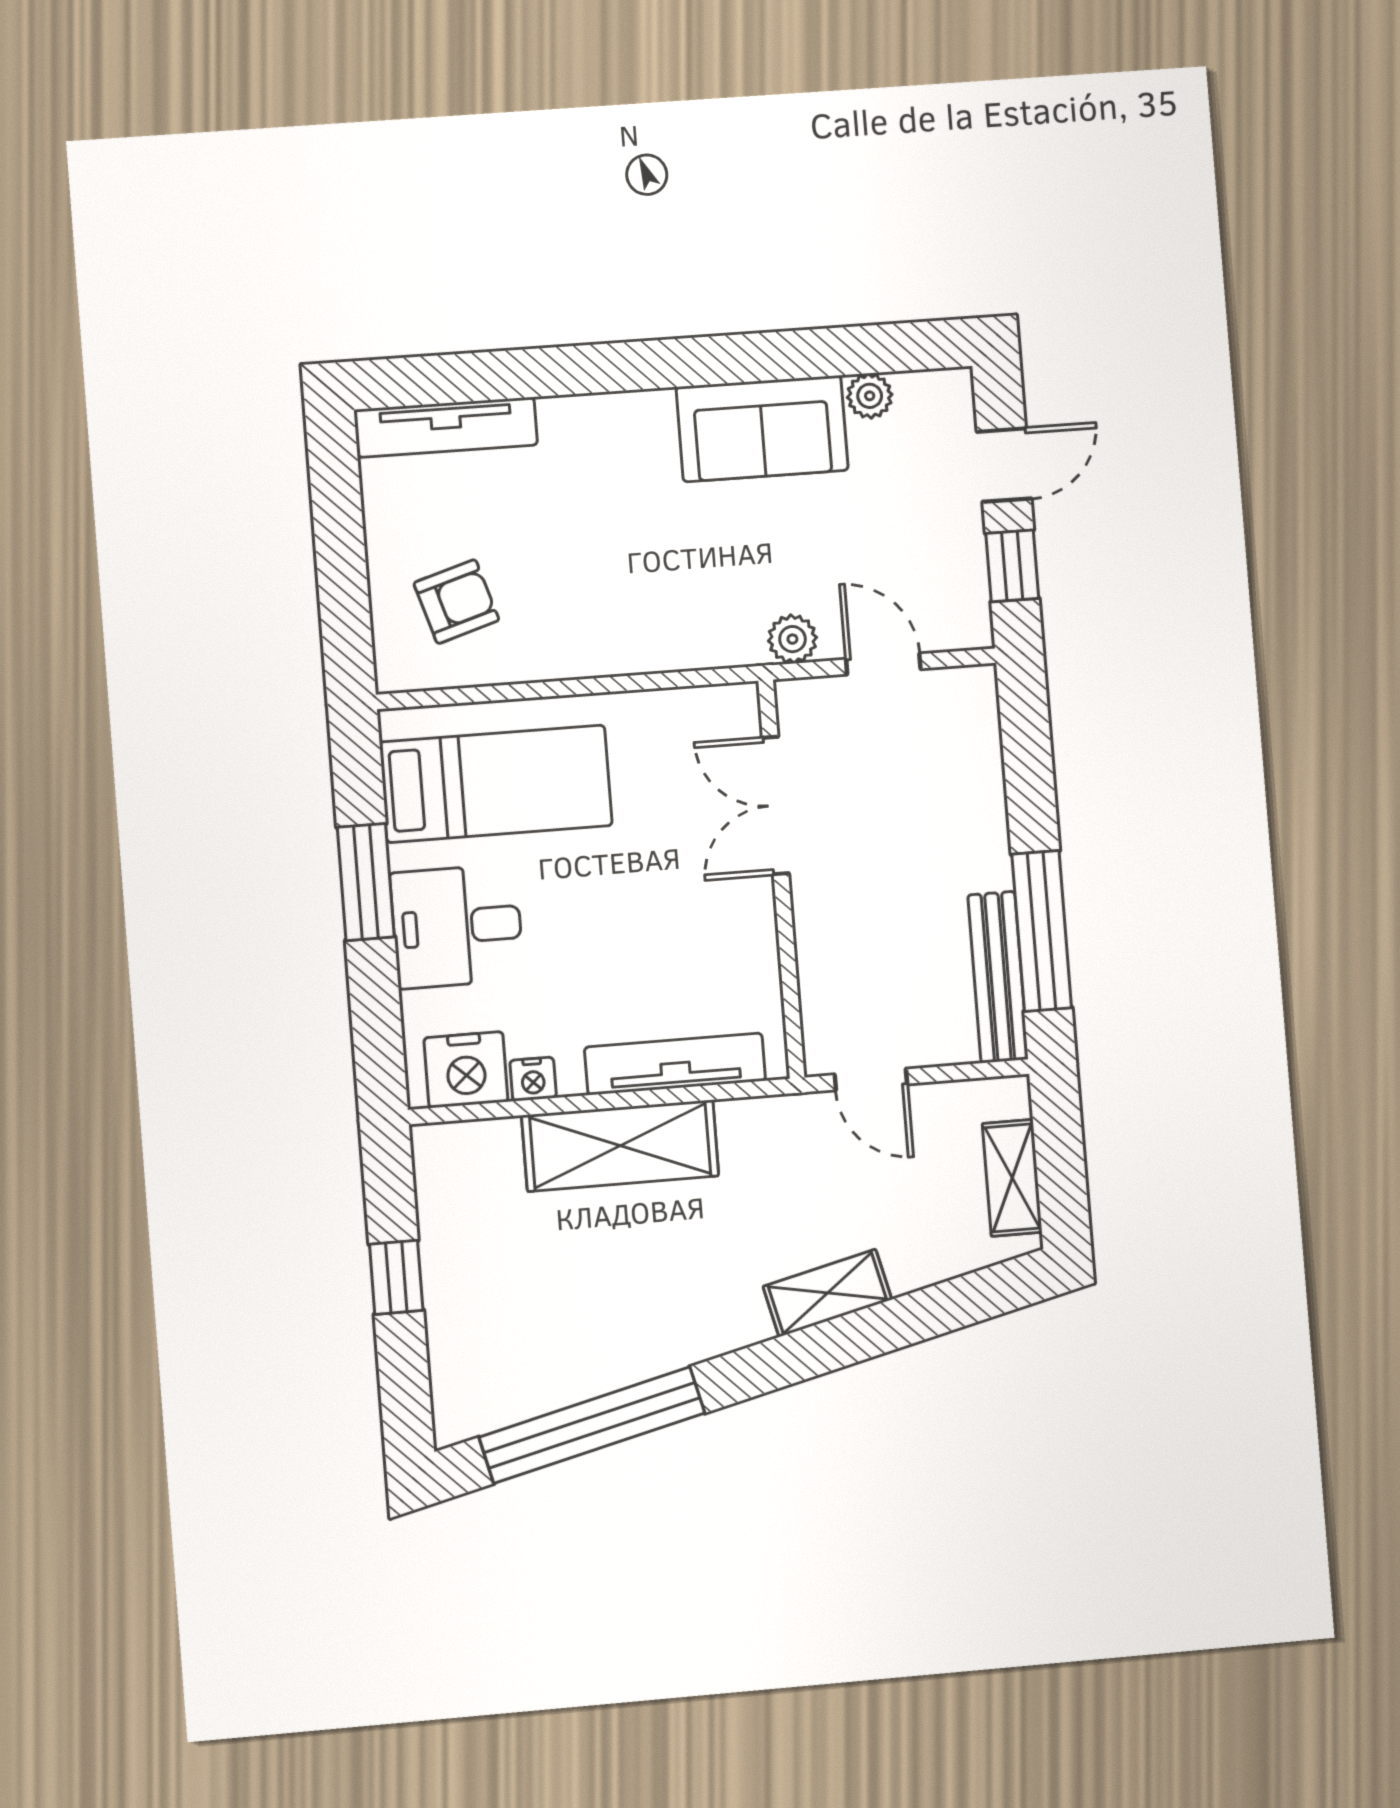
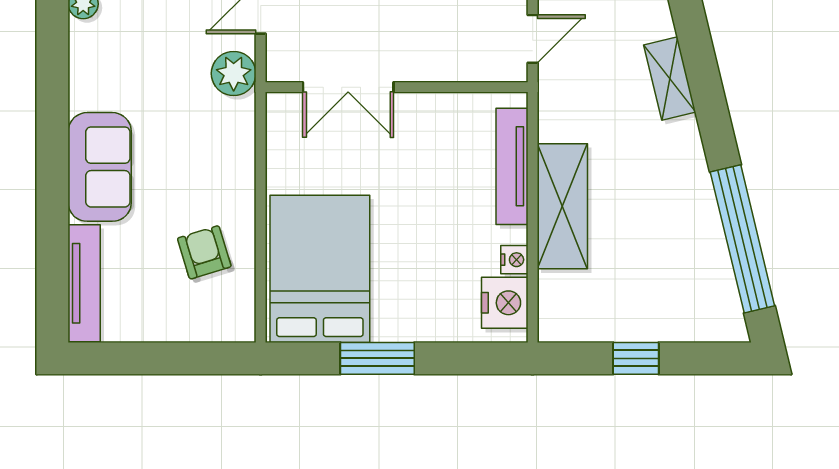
sofa: (762, 429) -> (100, 167), moved
armchair: (456, 602) -> (204, 252), moved
plant: (792, 639) -> (234, 73), width x1.38, depth x1.38
bed: (496, 784) -> (320, 269), width x1.50
desk: (457, 926) -> (411, 301), removed

